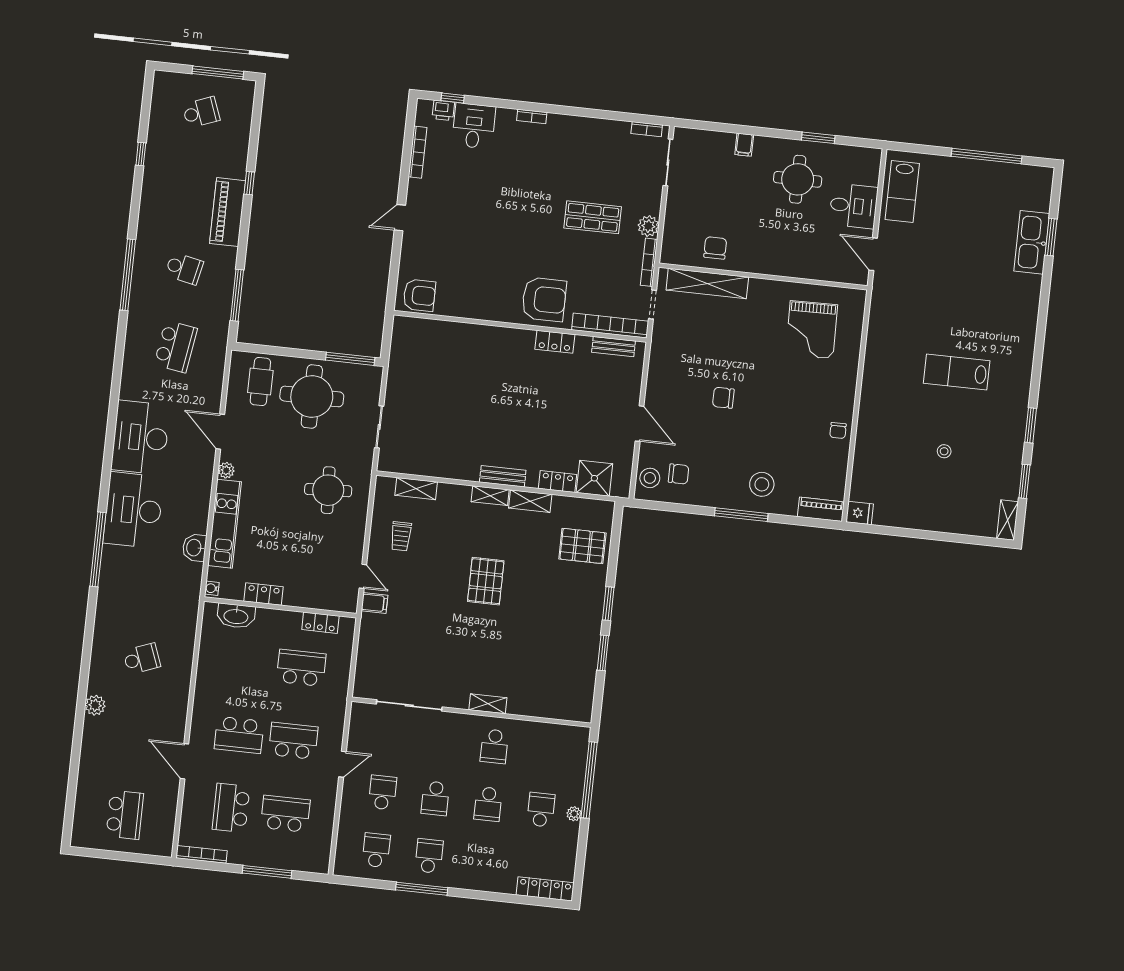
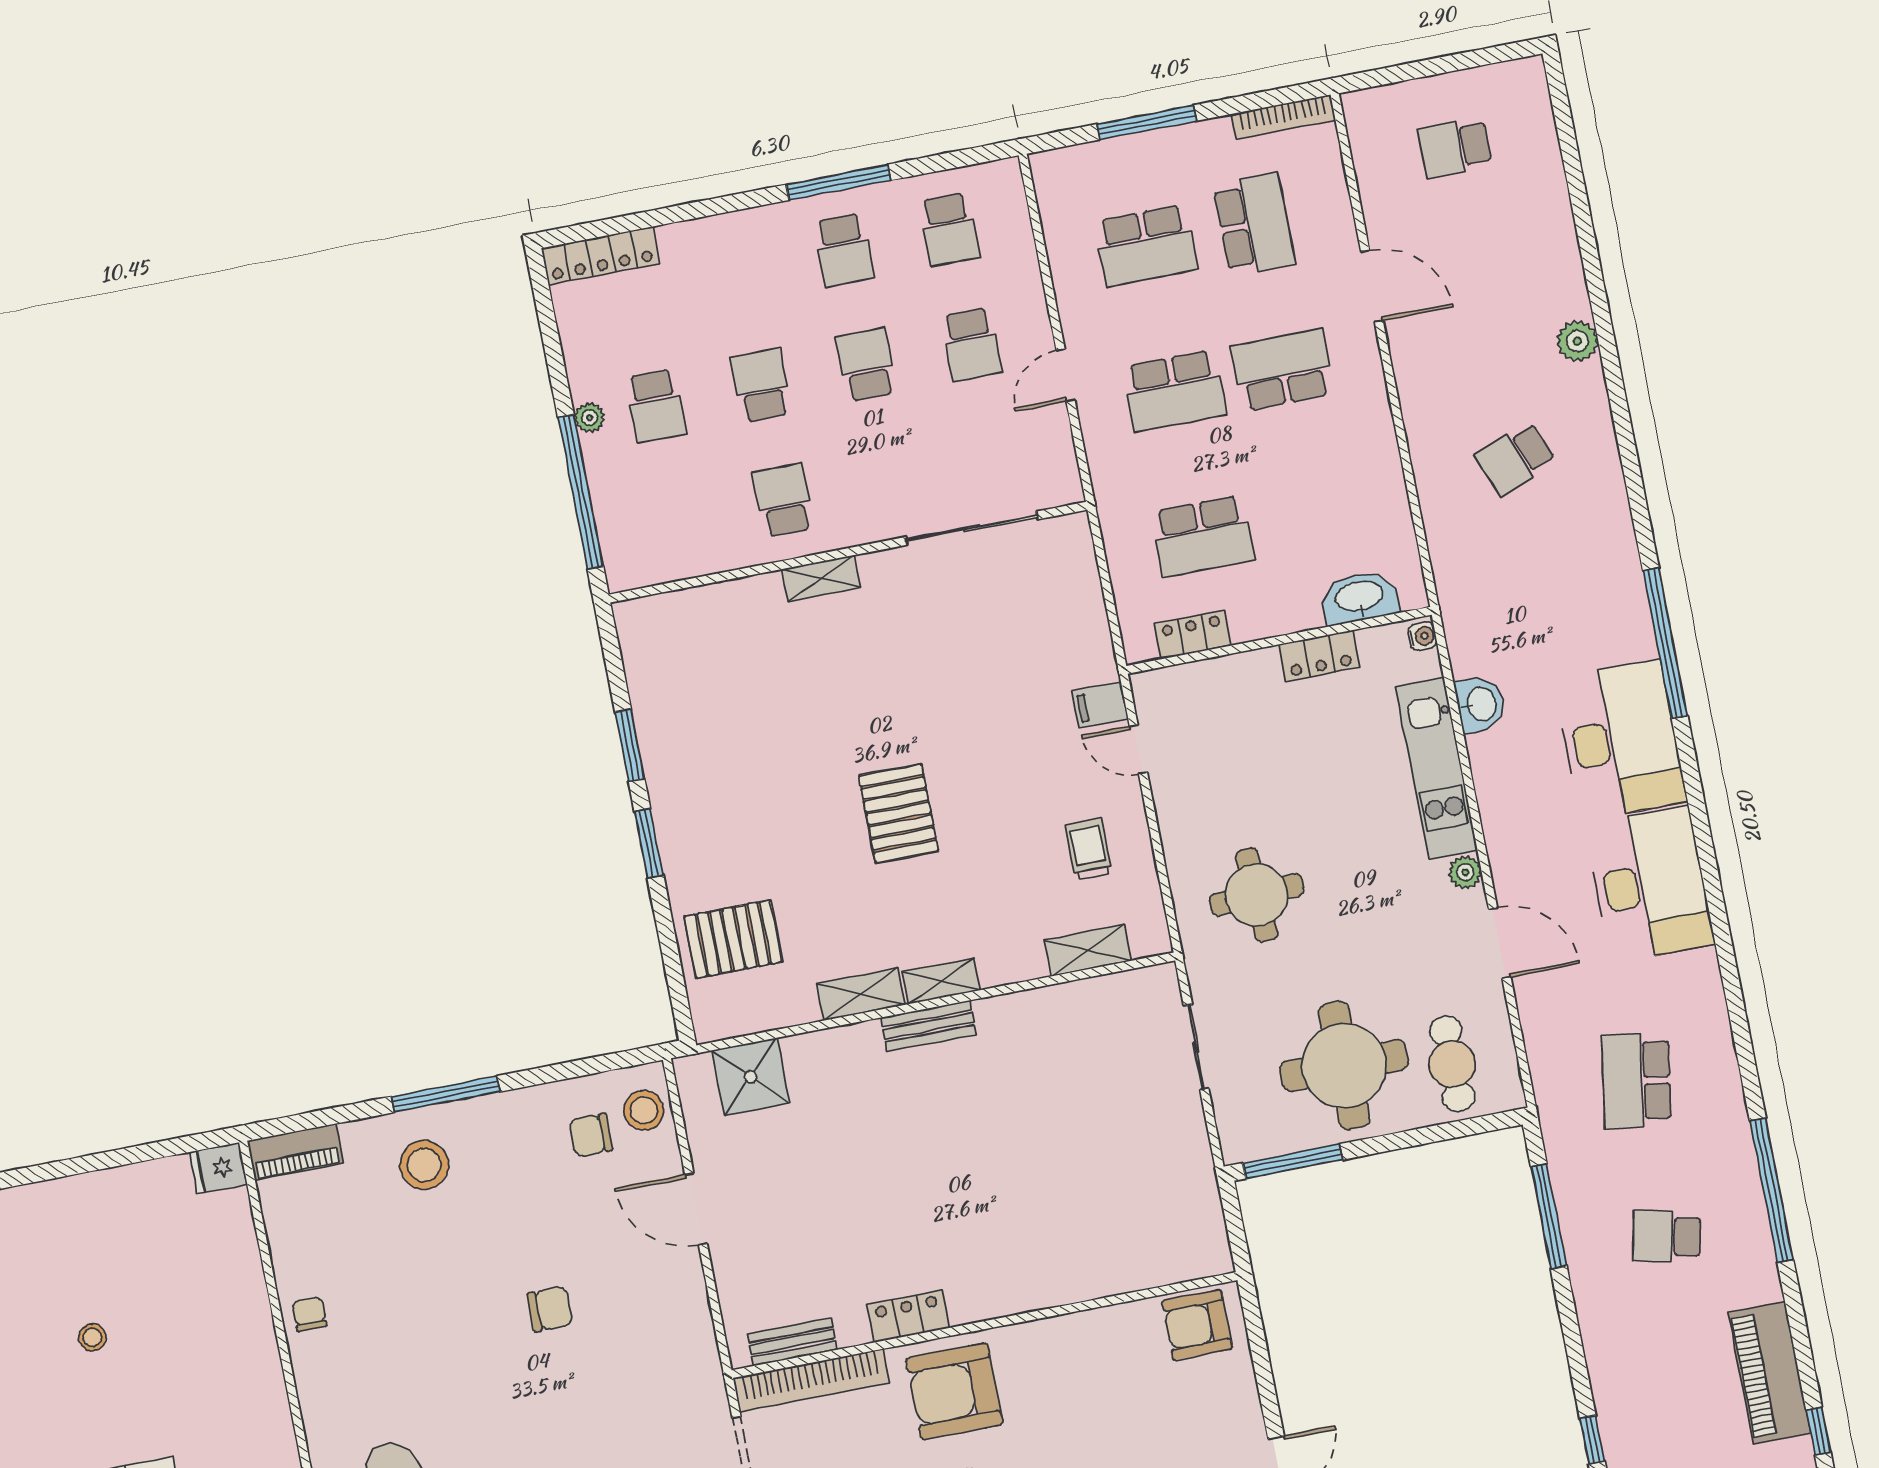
piano: (228, 212) -> (1769, 1373), moved, turned 180
locker: (557, 482) -> (820, 1048), removed
school desk: (125, 815) -> (1455, 148), width x0.54

